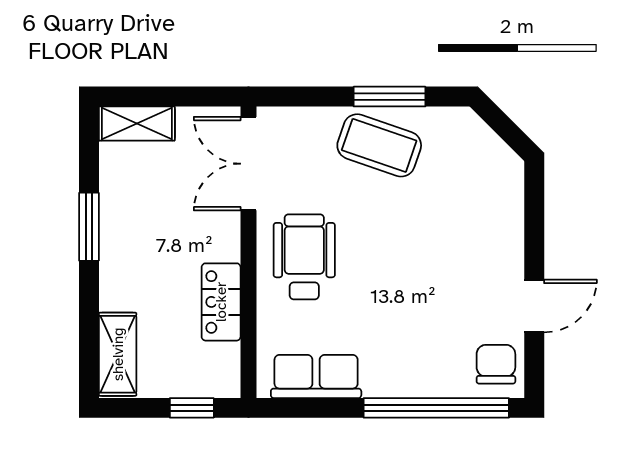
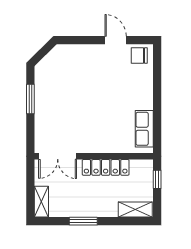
coffee table: (379, 145) -> (50, 103), removed
wheelchair: (304, 257) -> (96, 134), removed
locker: (221, 302) -> (106, 167), width x1.53
window: (436, 408) -> (157, 80), removed

